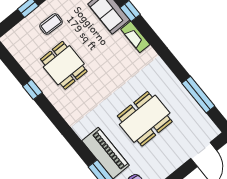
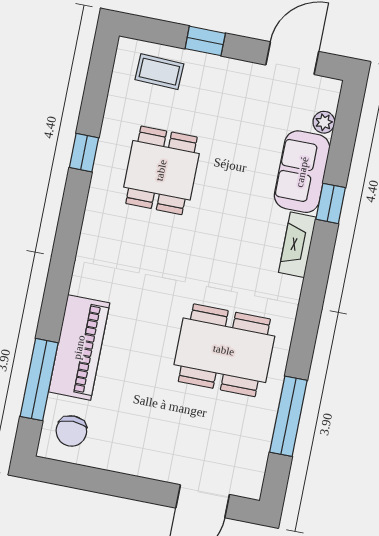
coffee table: (51, 24) -> (159, 72), moved
dining table: (145, 119) -> (224, 350), moved

